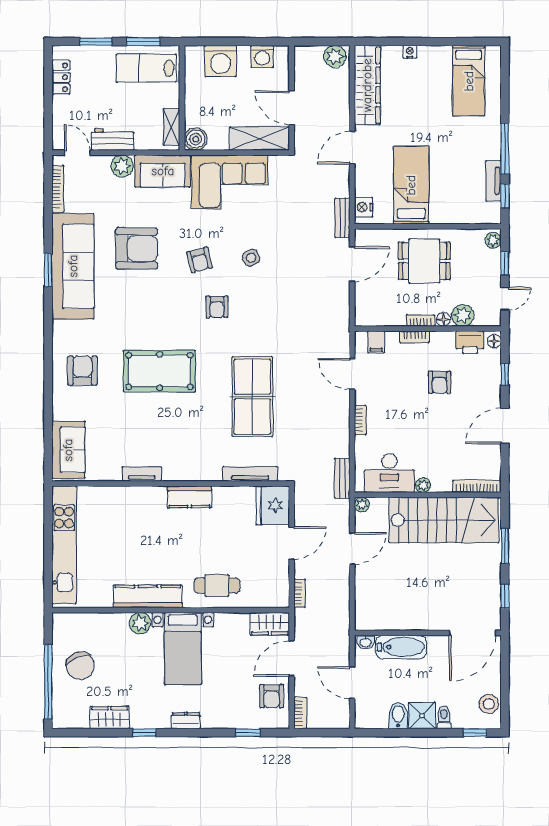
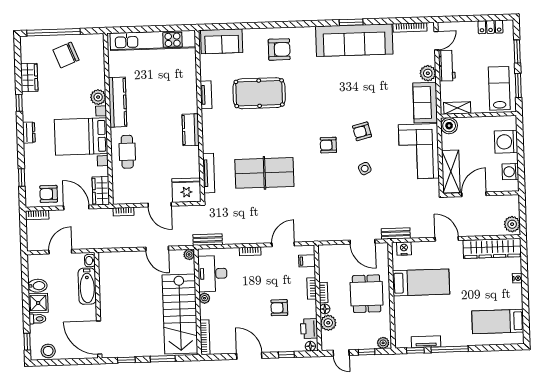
armchair: (137, 248) -> (369, 86), removed
pool table: (159, 371) -> (259, 93), moved, turned 90
bed with nightstands: (183, 649) -> (81, 137), width x1.36

